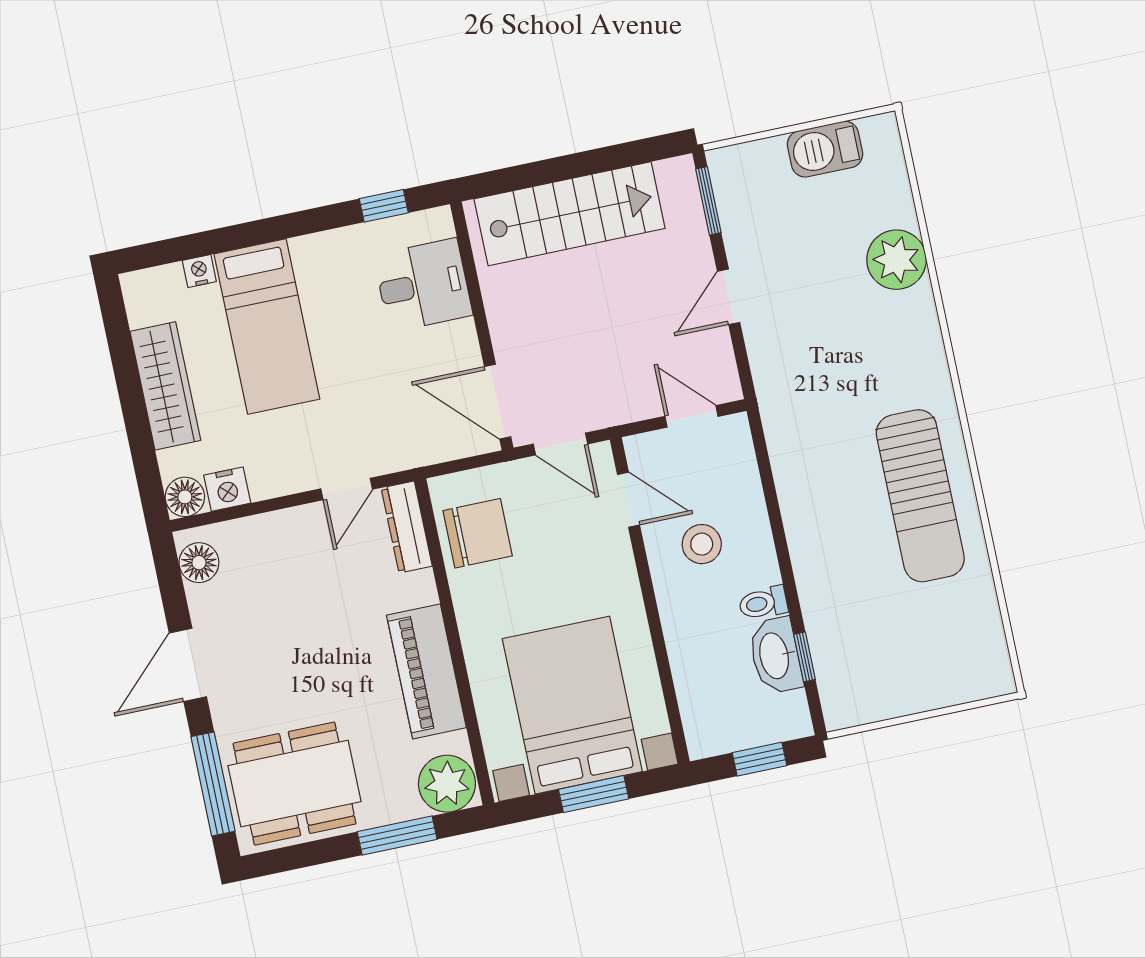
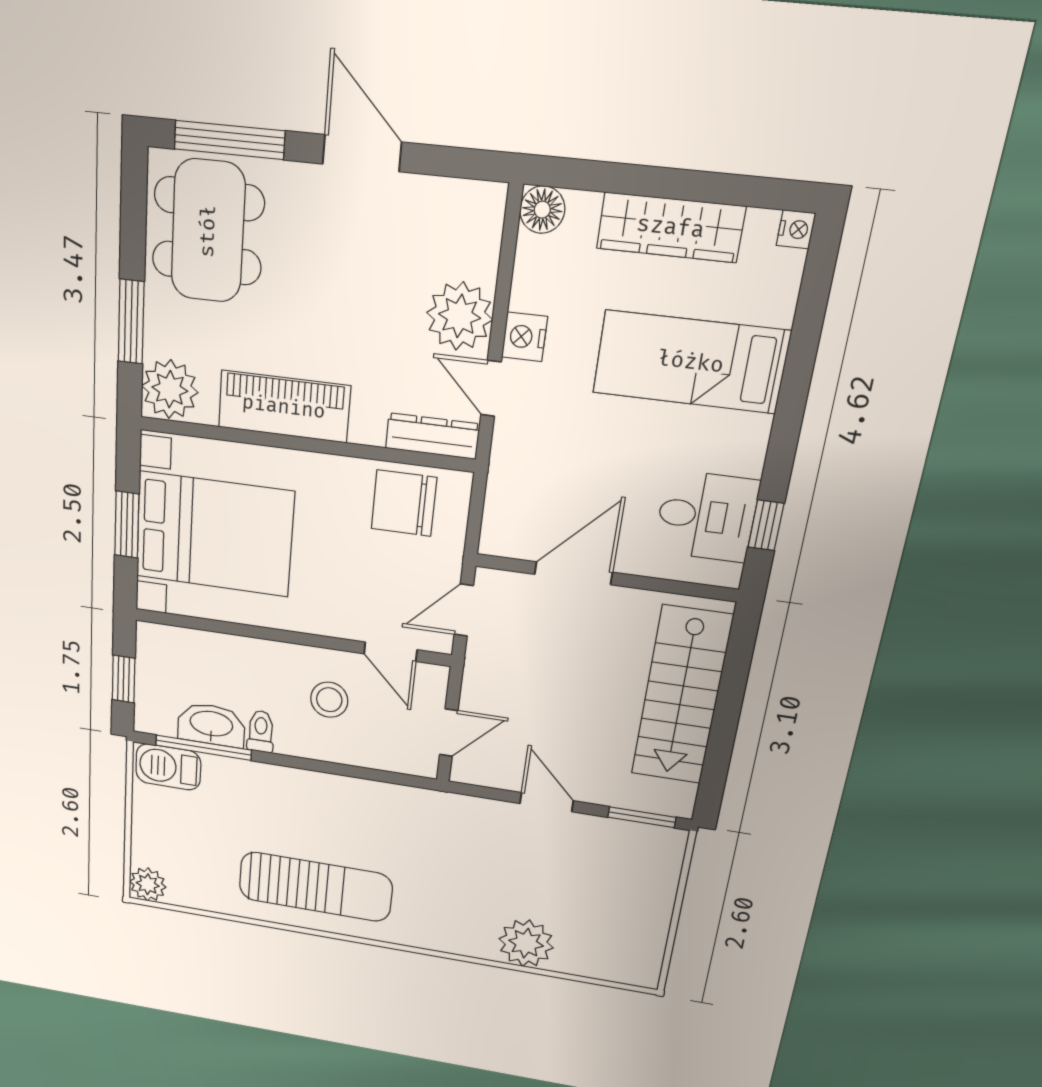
barbecue: (825, 149) -> (168, 767), moved, turned -90
nightstand: (199, 271) -> (796, 229), moved
desk: (423, 285) -> (706, 516), moved, turned -90
door: (498, 402) -> (573, 573), moved
nightstand: (227, 489) -> (524, 337), moved
sun lounger: (920, 496) -> (315, 887), turned 180
door: (629, 500) -> (390, 652), hinge flipped
chair: (478, 533) -> (404, 503), turned 90
plant: (294, 538) -> (460, 316), added
floor lamp: (199, 563) -> (467, 202), removed
window: (805, 657) -> (203, 748), width x2.17
plant: (993, 676) -> (148, 884), added

